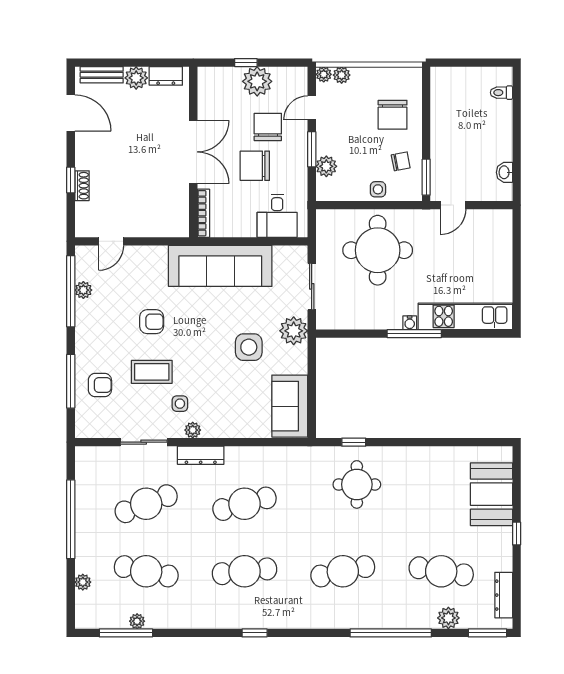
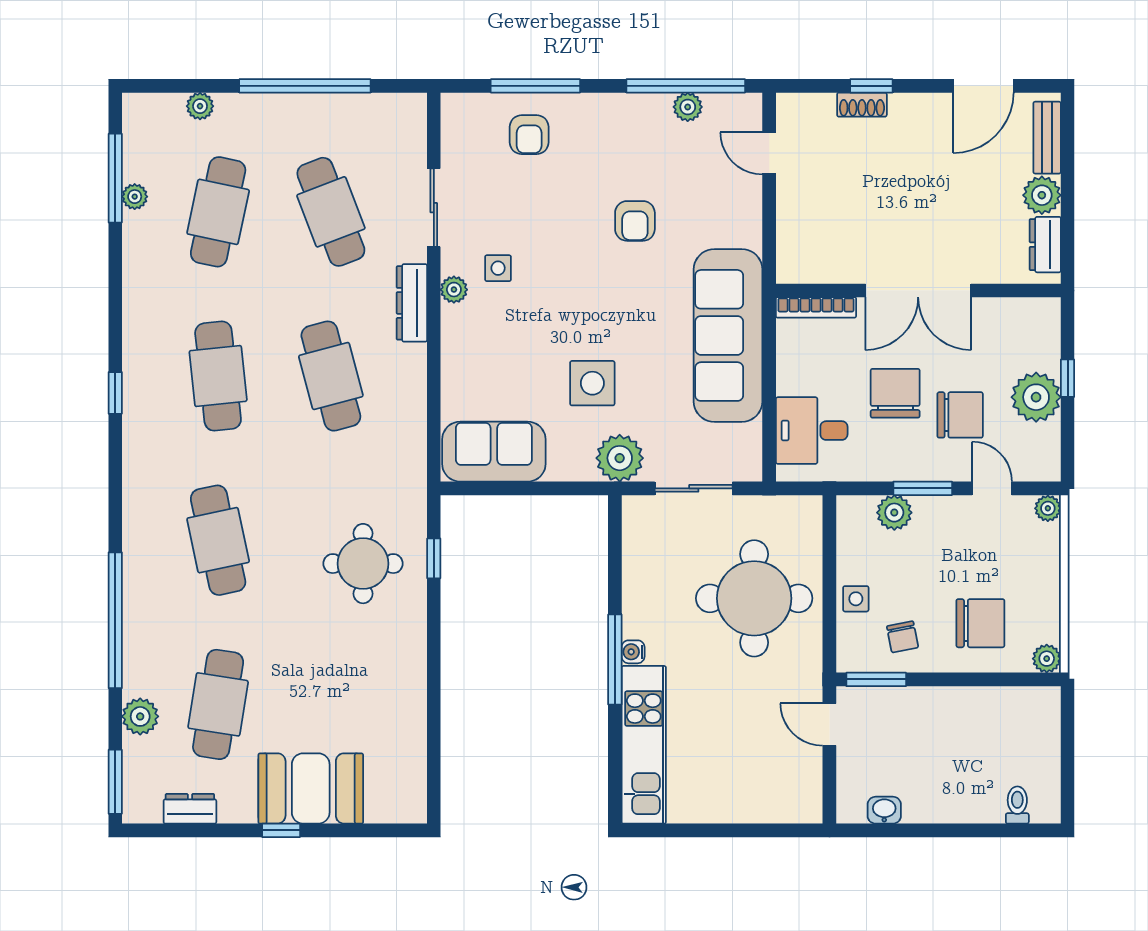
plant: (342, 75) -> (1047, 659), moved
chair: (393, 115) -> (980, 623), turned 180
coffee table: (152, 372) -> (551, 221), removed
booth: (492, 494) -> (311, 788), moved
dresser: (504, 595) -> (190, 809), width x0.70

